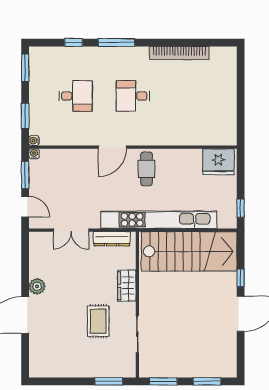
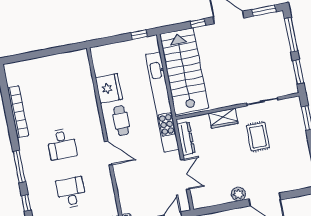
fridge: (218, 162) -> (109, 88), moved
cafe table: (147, 169) -> (121, 121), turned 90
rug: (98, 321) -> (258, 137), turned 90
window: (241, 356) -> (264, 11), added
window: (207, 381) -> (291, 35), width x1.44

